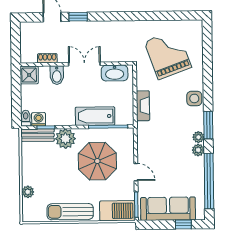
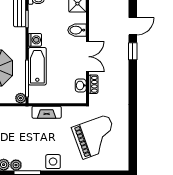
shoe rack: (47, 58) -> (93, 84), moved
washbasin: (115, 73) -> (81, 85), width x0.52, depth x0.69
washing machine: (39, 119) -> (35, 40), moved
plant: (65, 139) -> (21, 98), moved, width x0.53, depth x0.53

